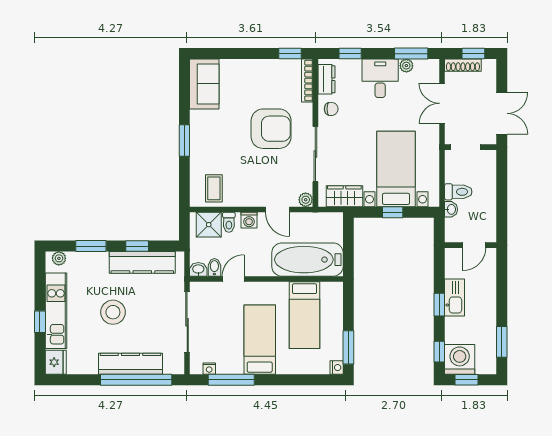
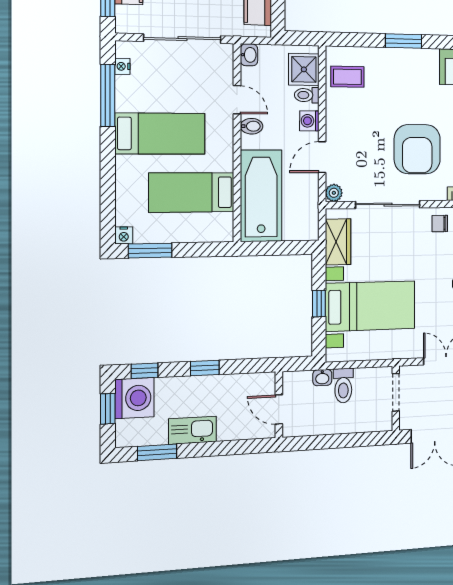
chair: (331, 109) -> (440, 224), turned 90
bidet: (214, 267) -> (252, 126), moved
kitchen sink: (454, 298) -> (192, 430), moved, turned 180

